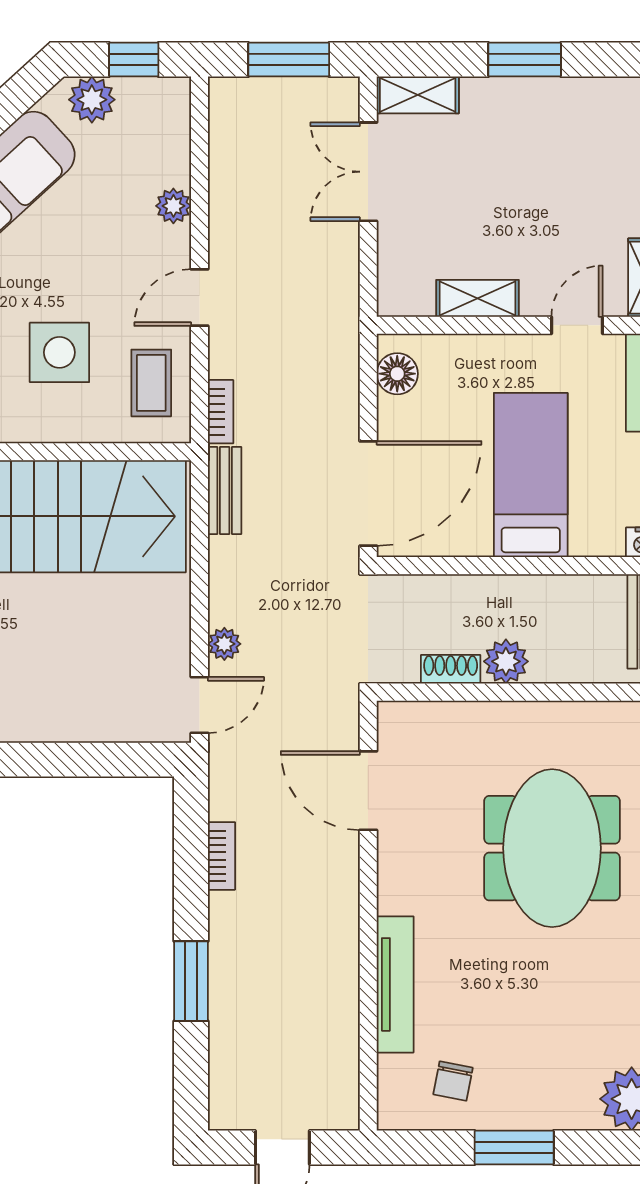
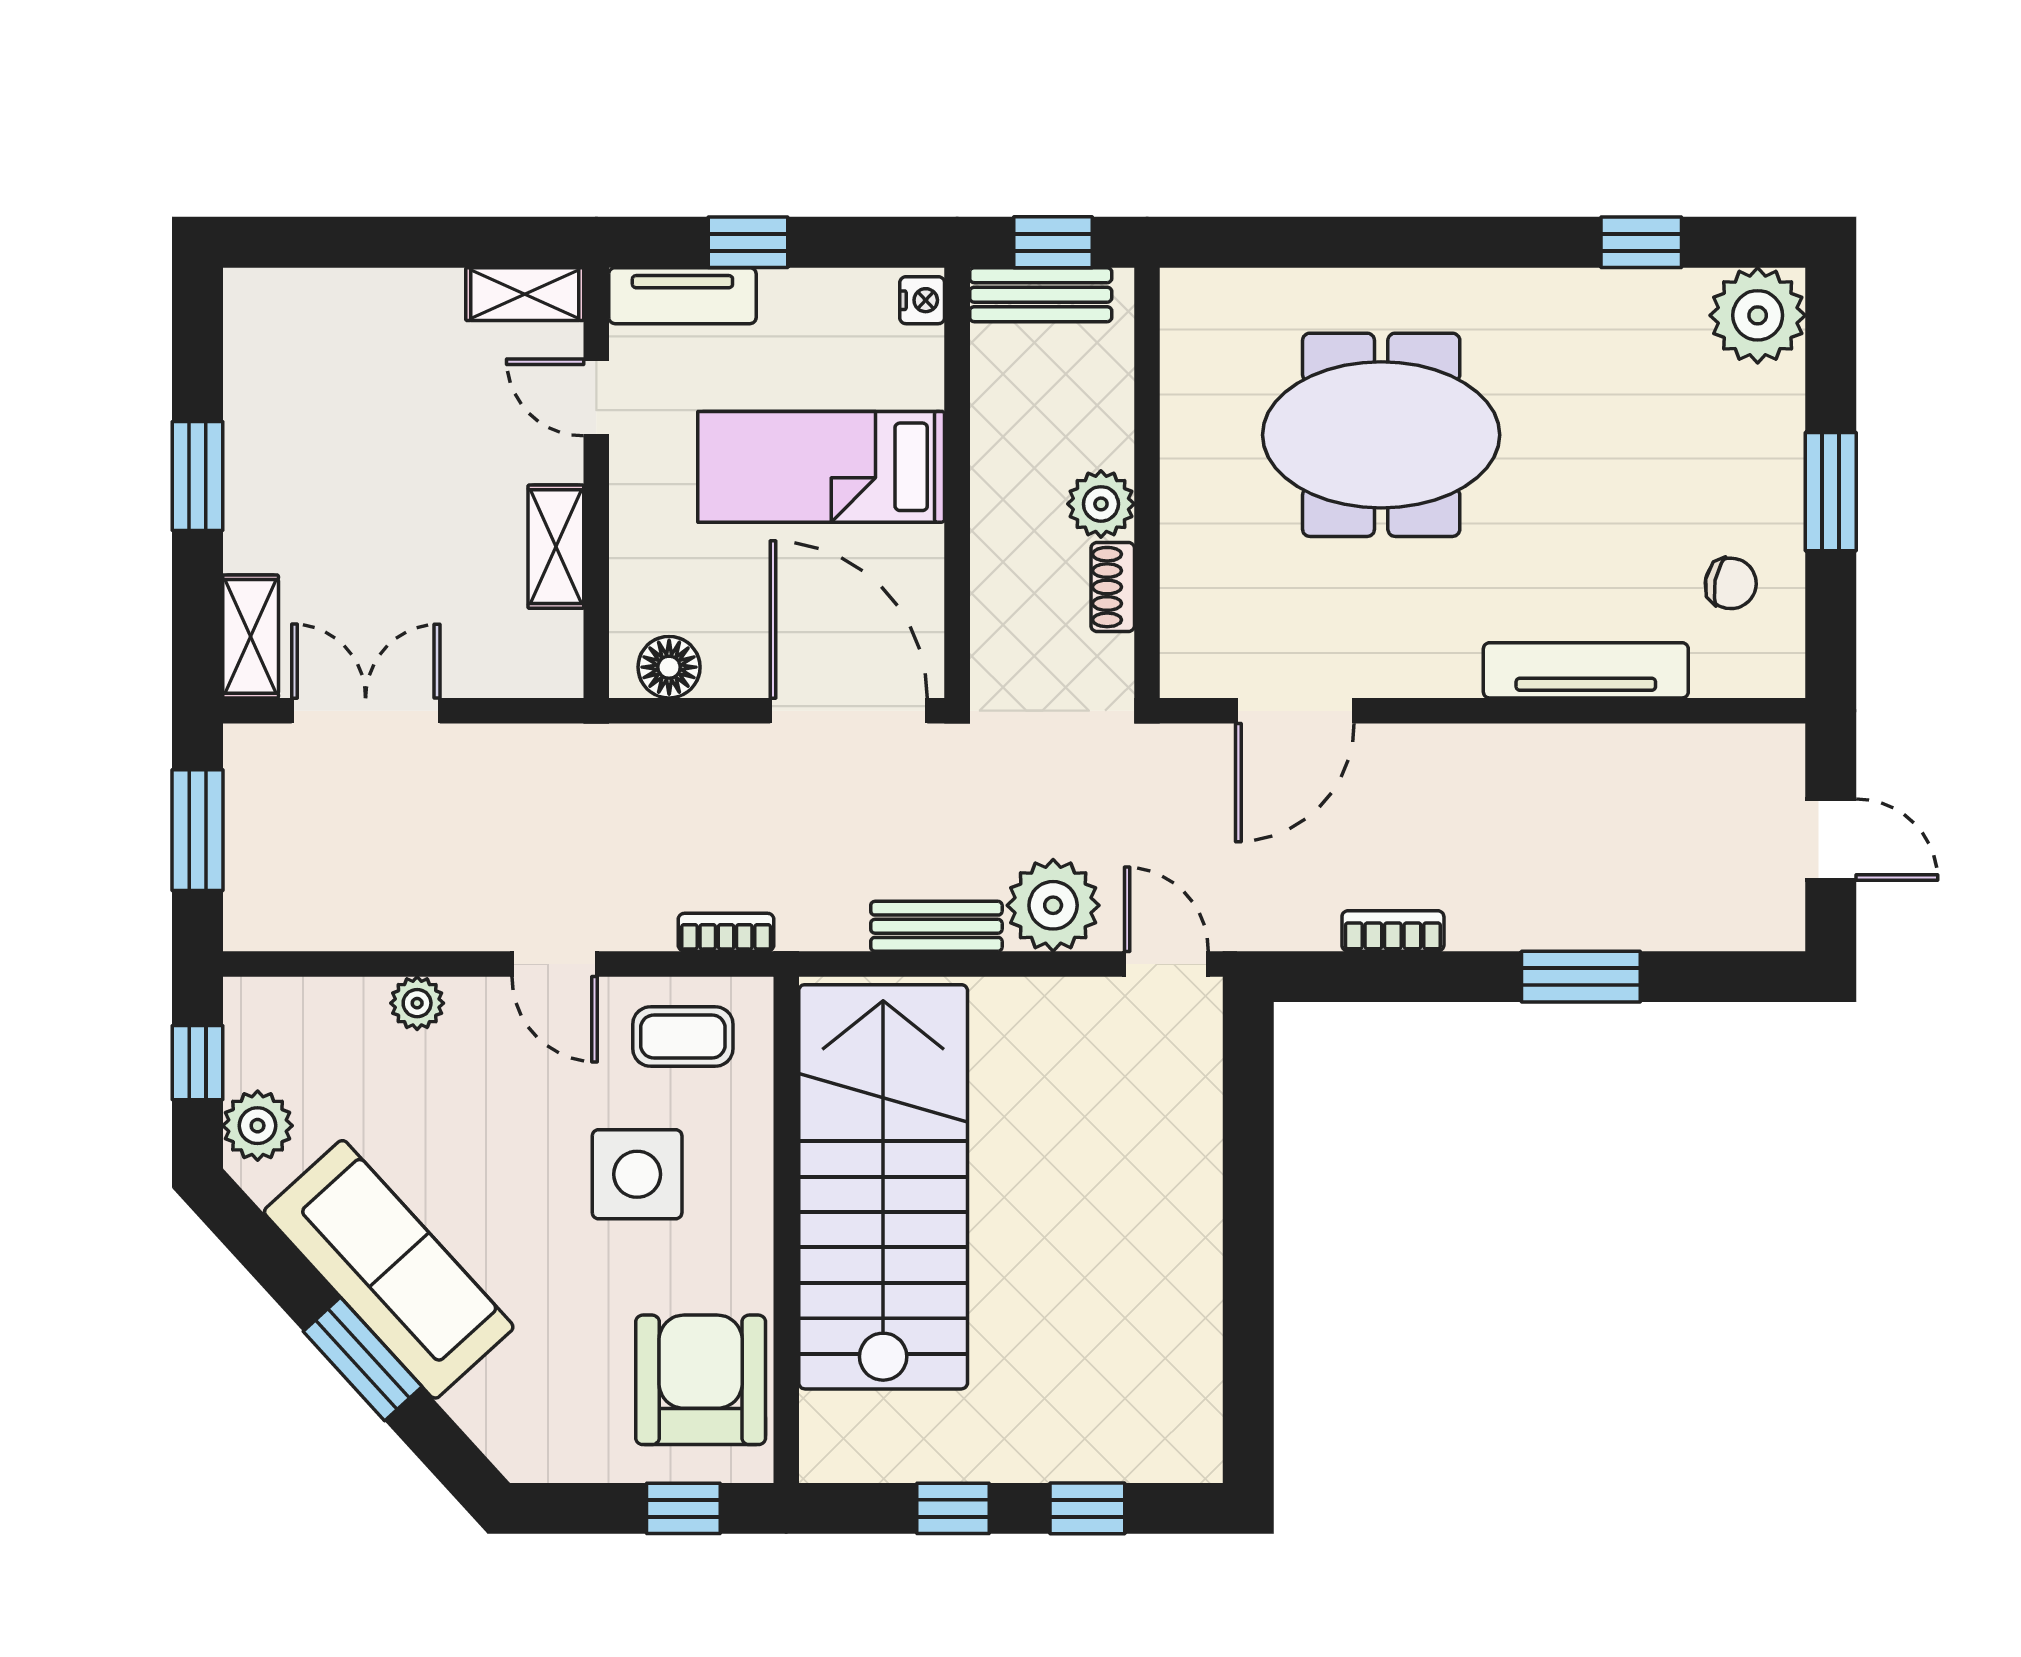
double door: (368, 172) -> (366, 711), swing flipped
bench: (225, 490) -> (936, 926), moved
plant: (224, 644) -> (1053, 905), width x1.88, depth x1.88

